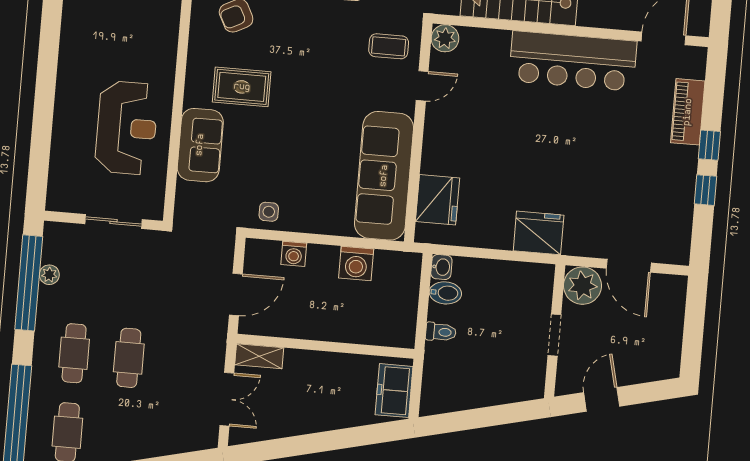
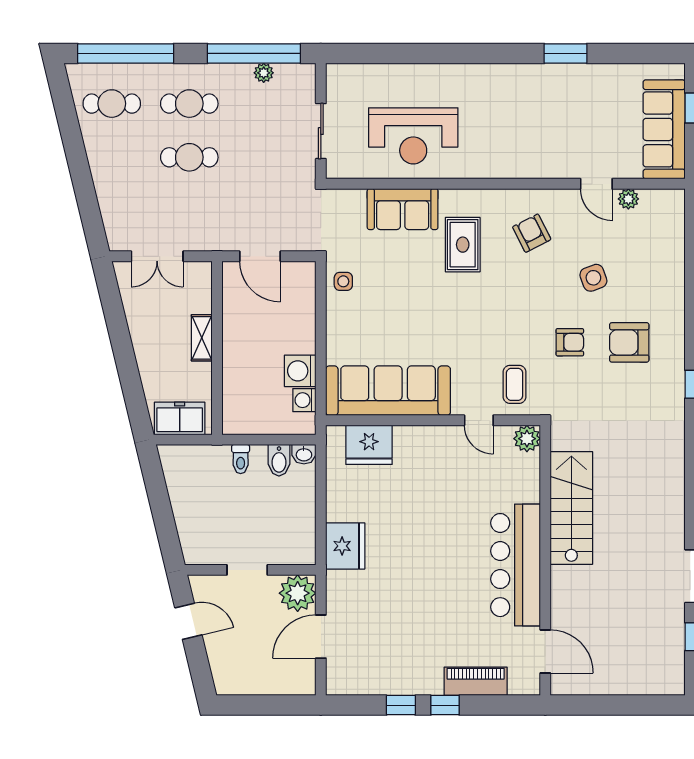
washing machine: (294, 254) -> (304, 400), moved
shelving: (259, 356) -> (202, 338), moved

